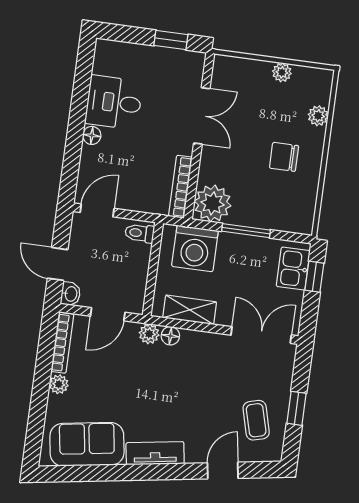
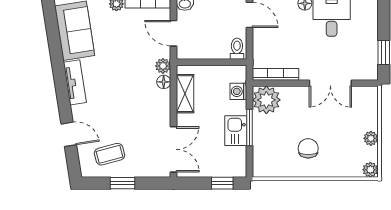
plant: (318, 116) -> (370, 170), moved
washing machine: (195, 249) -> (238, 91), width x0.53, depth x0.53
kitchen sink: (293, 269) -> (236, 131), moved, turned -90

